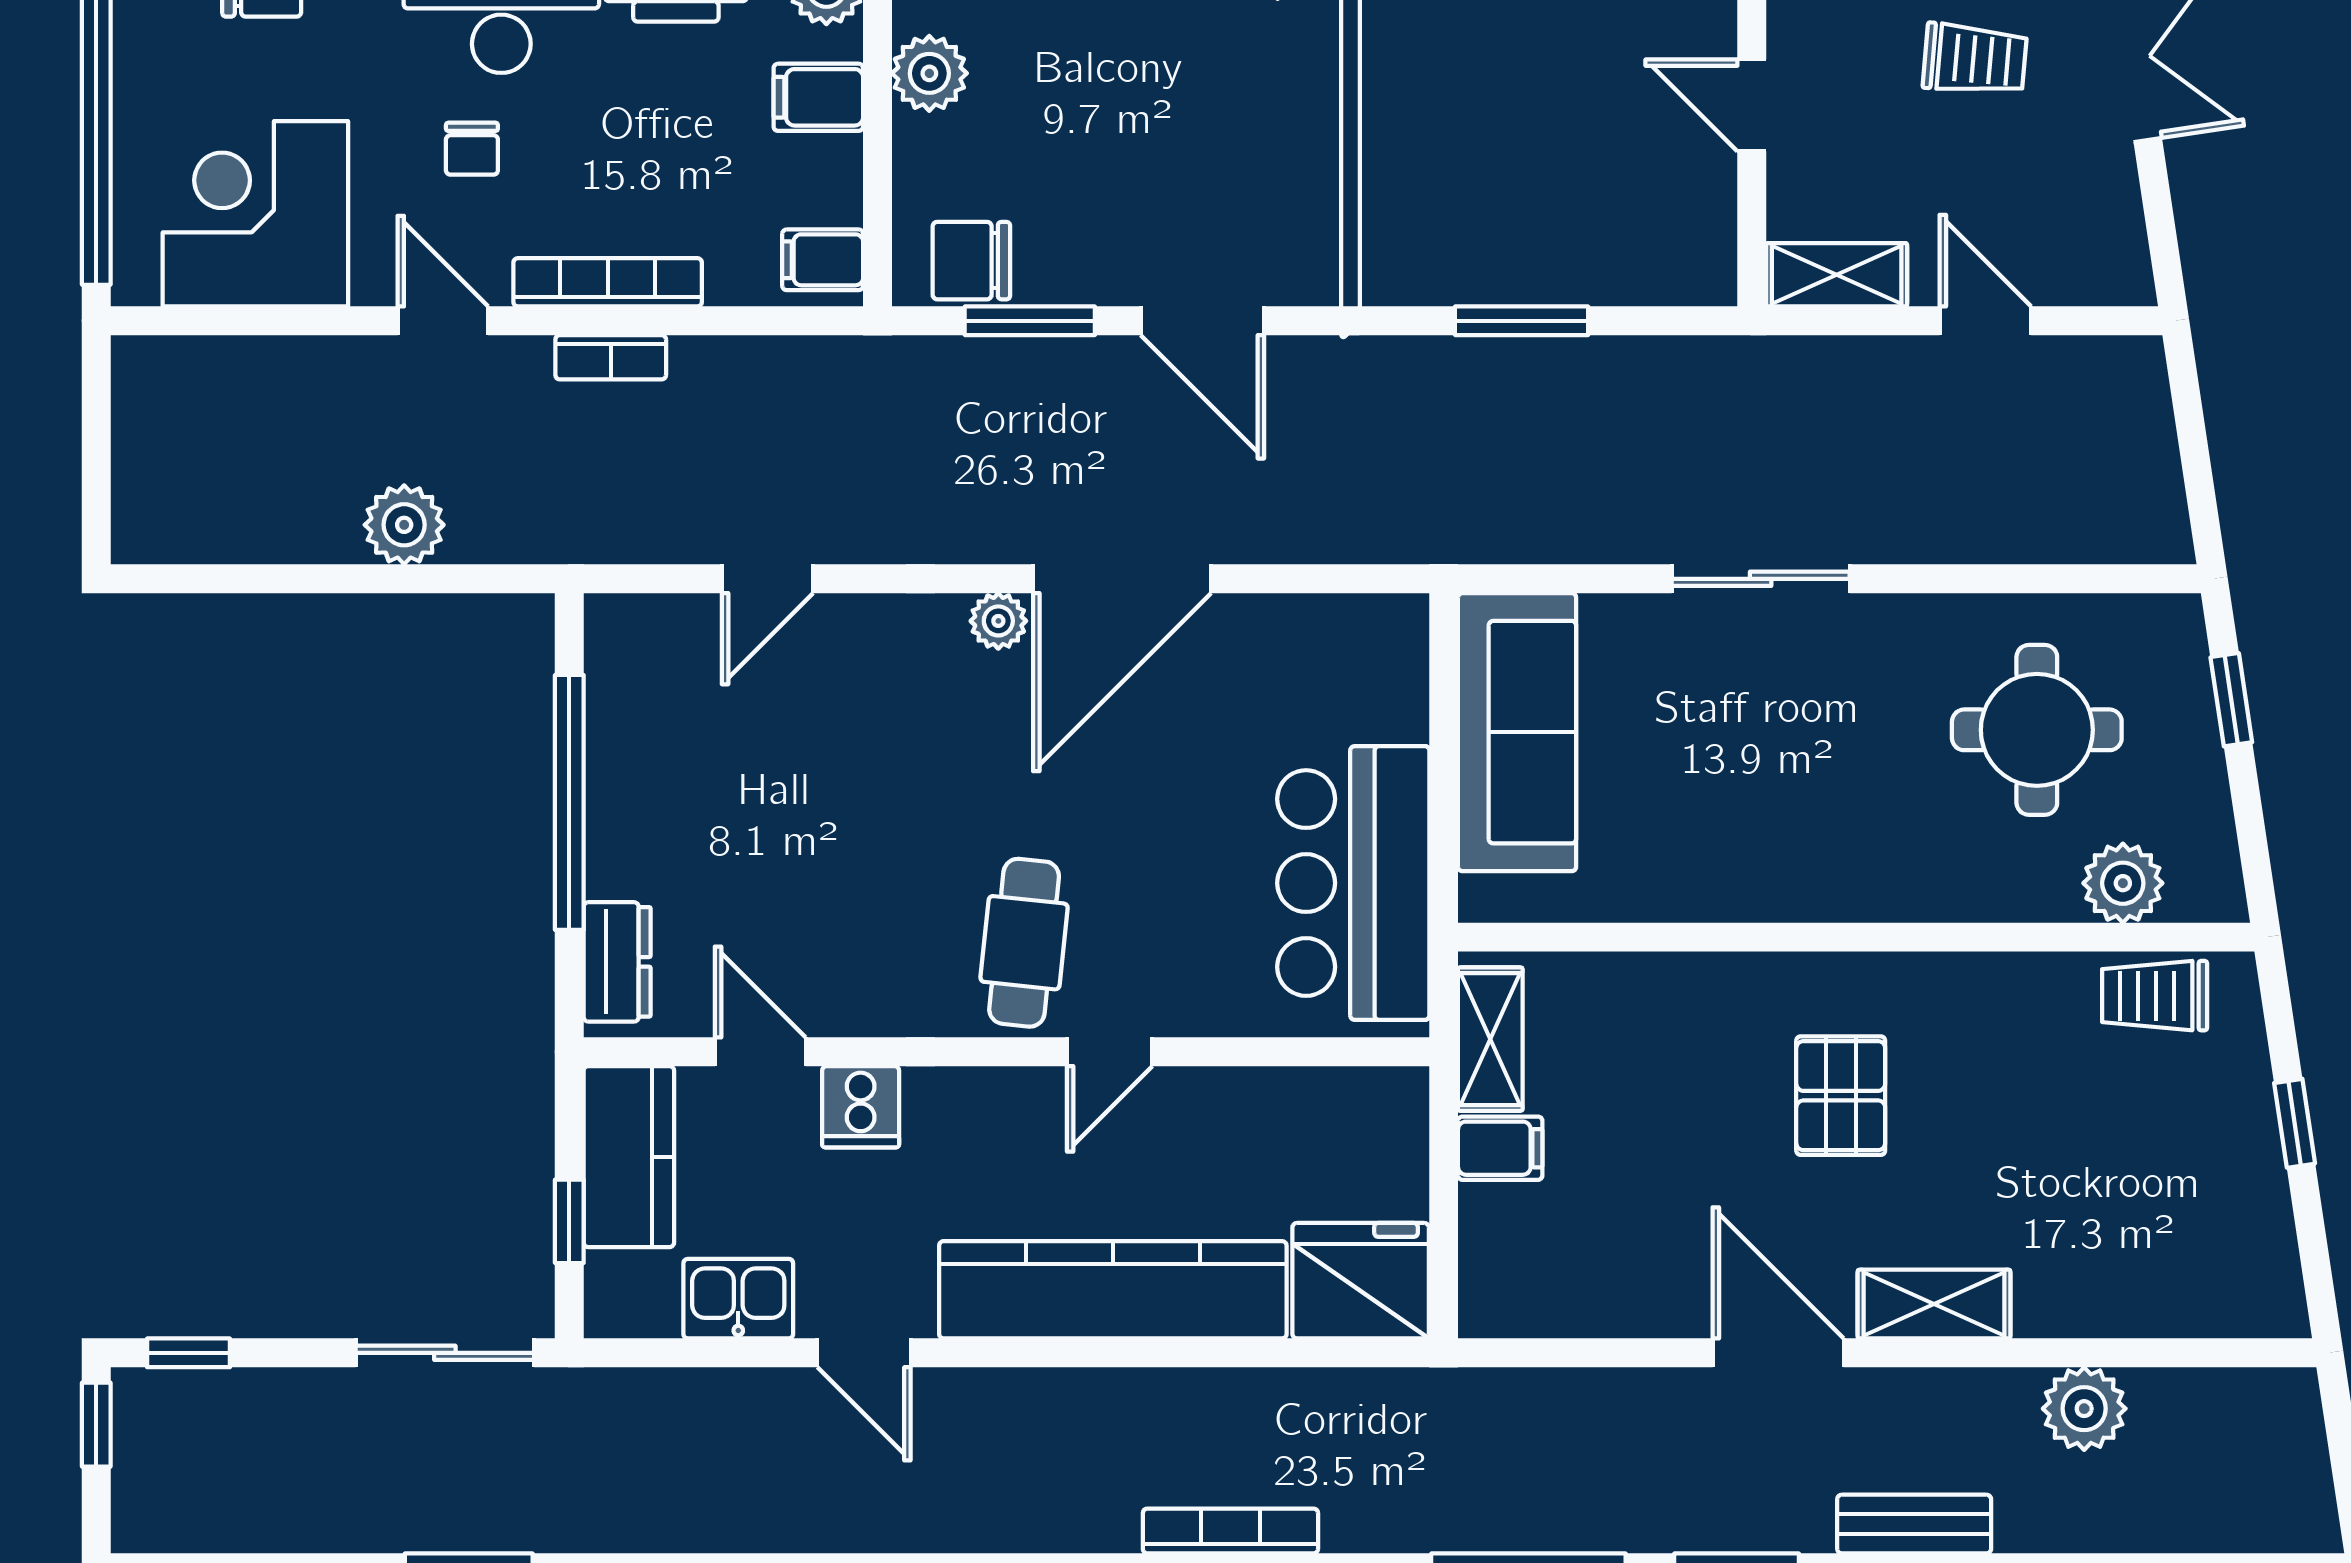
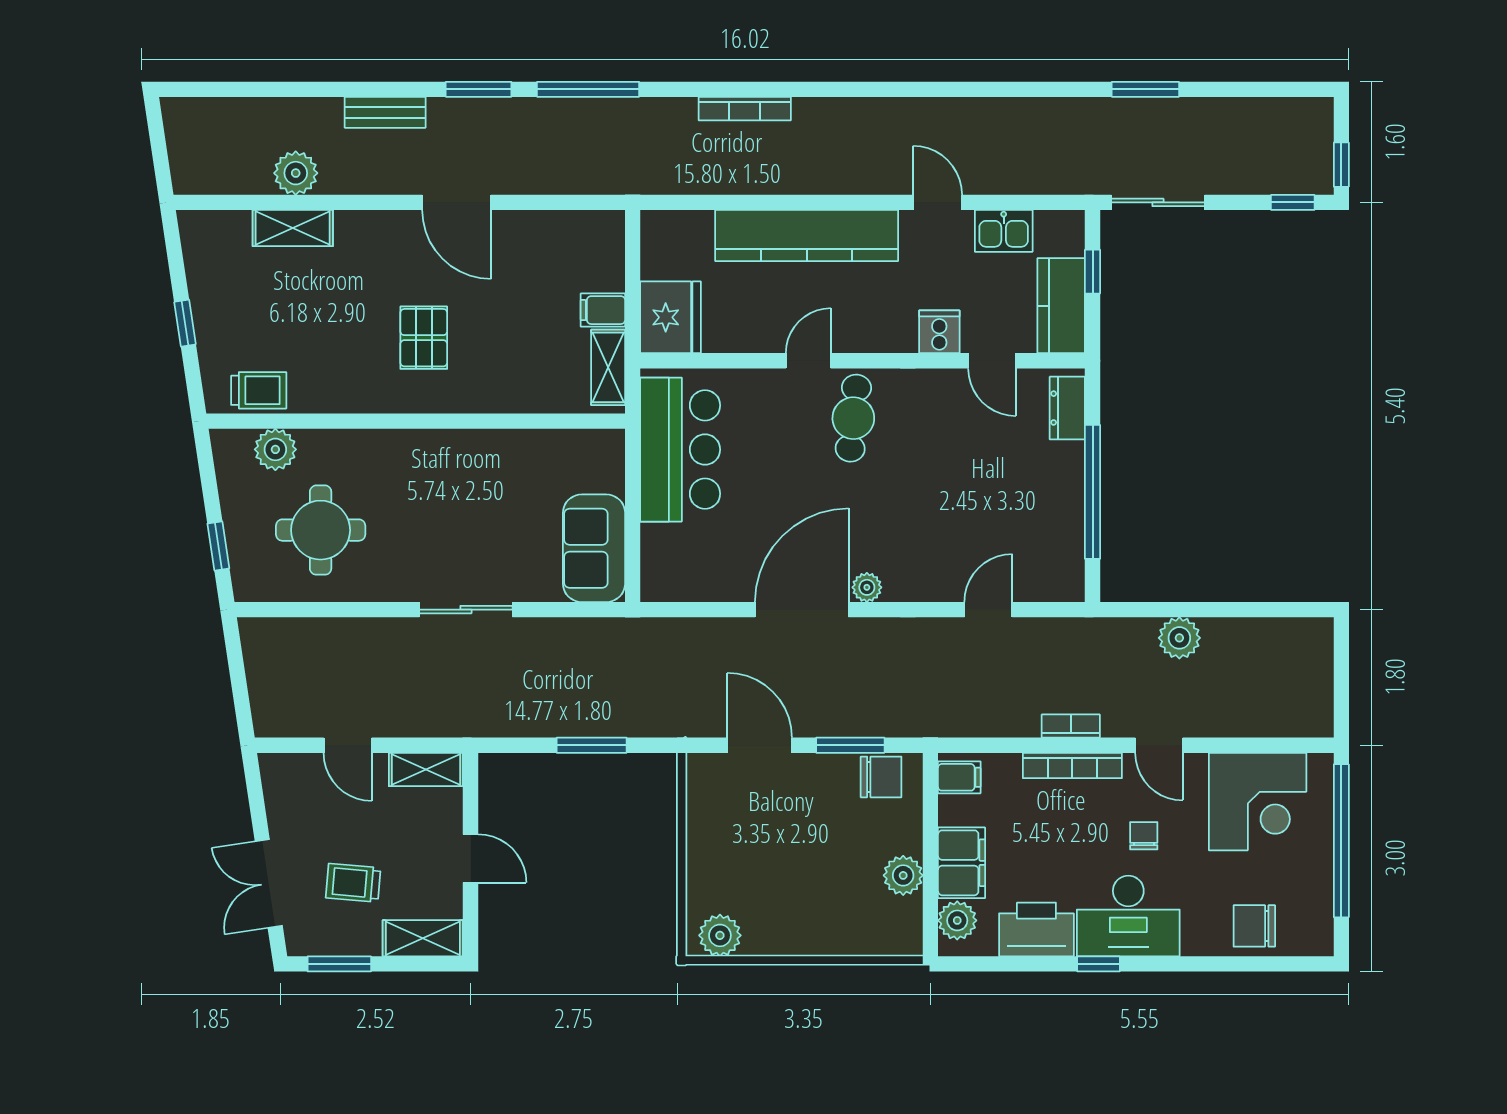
filing cabinet: (818, 97) -> (962, 863), width x2.00
sofa: (1517, 732) -> (594, 548), width x0.73
fridge: (1361, 1281) -> (671, 317), moved, turned -90
shelving: (1934, 1304) -> (293, 228), moved

